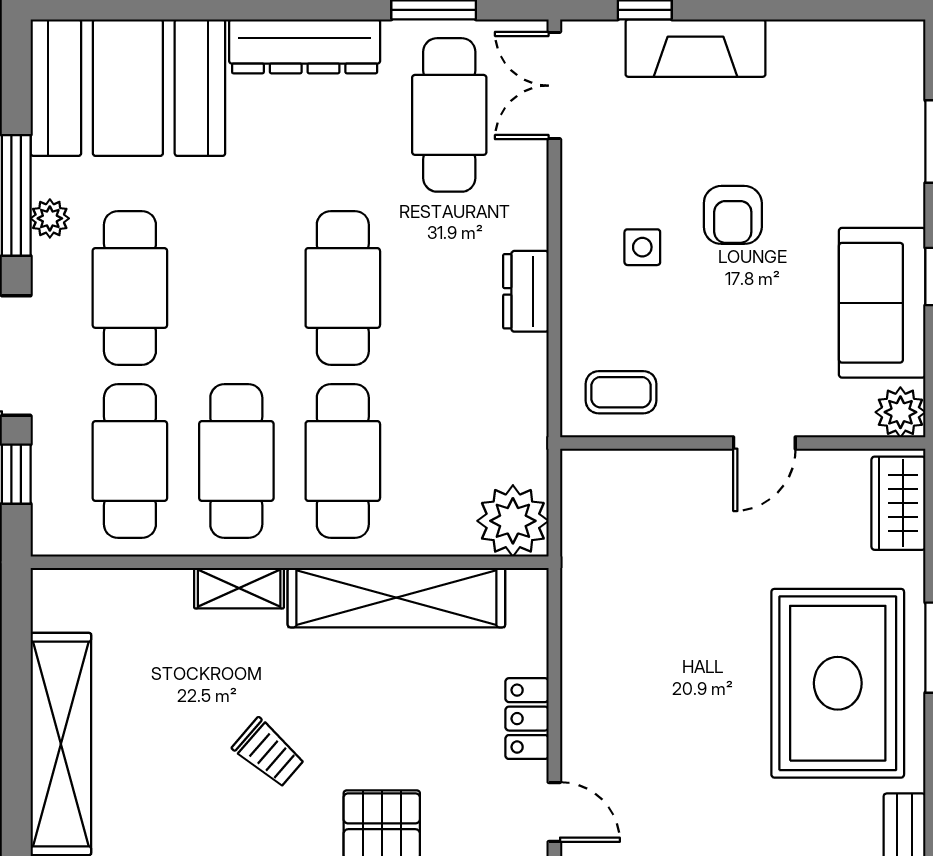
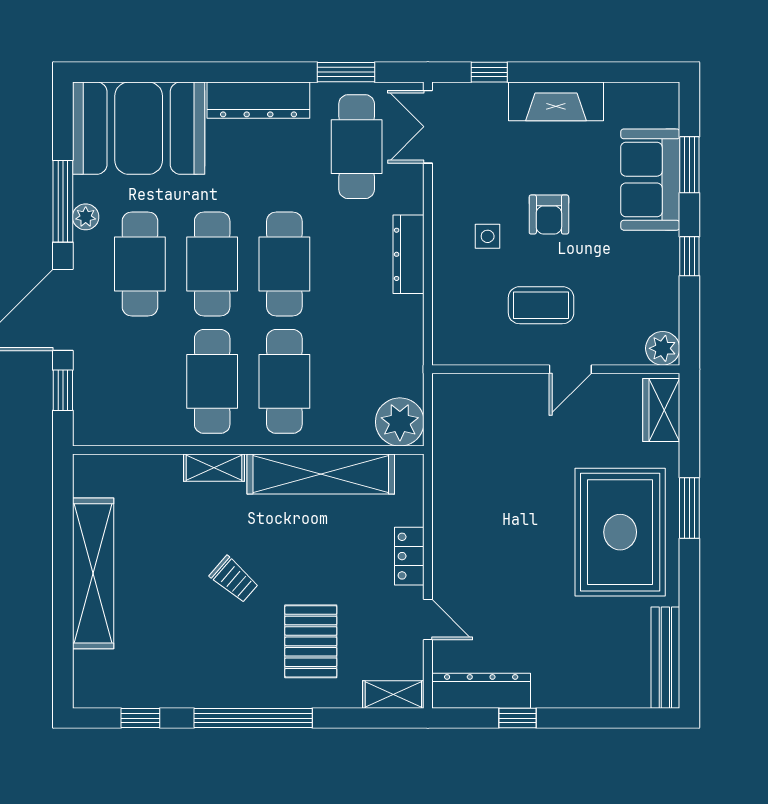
fireplace: (695, 48) -> (556, 101), moved
dresser: (526, 291) -> (409, 254), width x1.44
sofa: (882, 303) -> (650, 180), moved
coffee table: (621, 392) -> (541, 305), moved, width x1.36, depth x1.30
cafe table: (130, 461) -> (212, 264), moved

